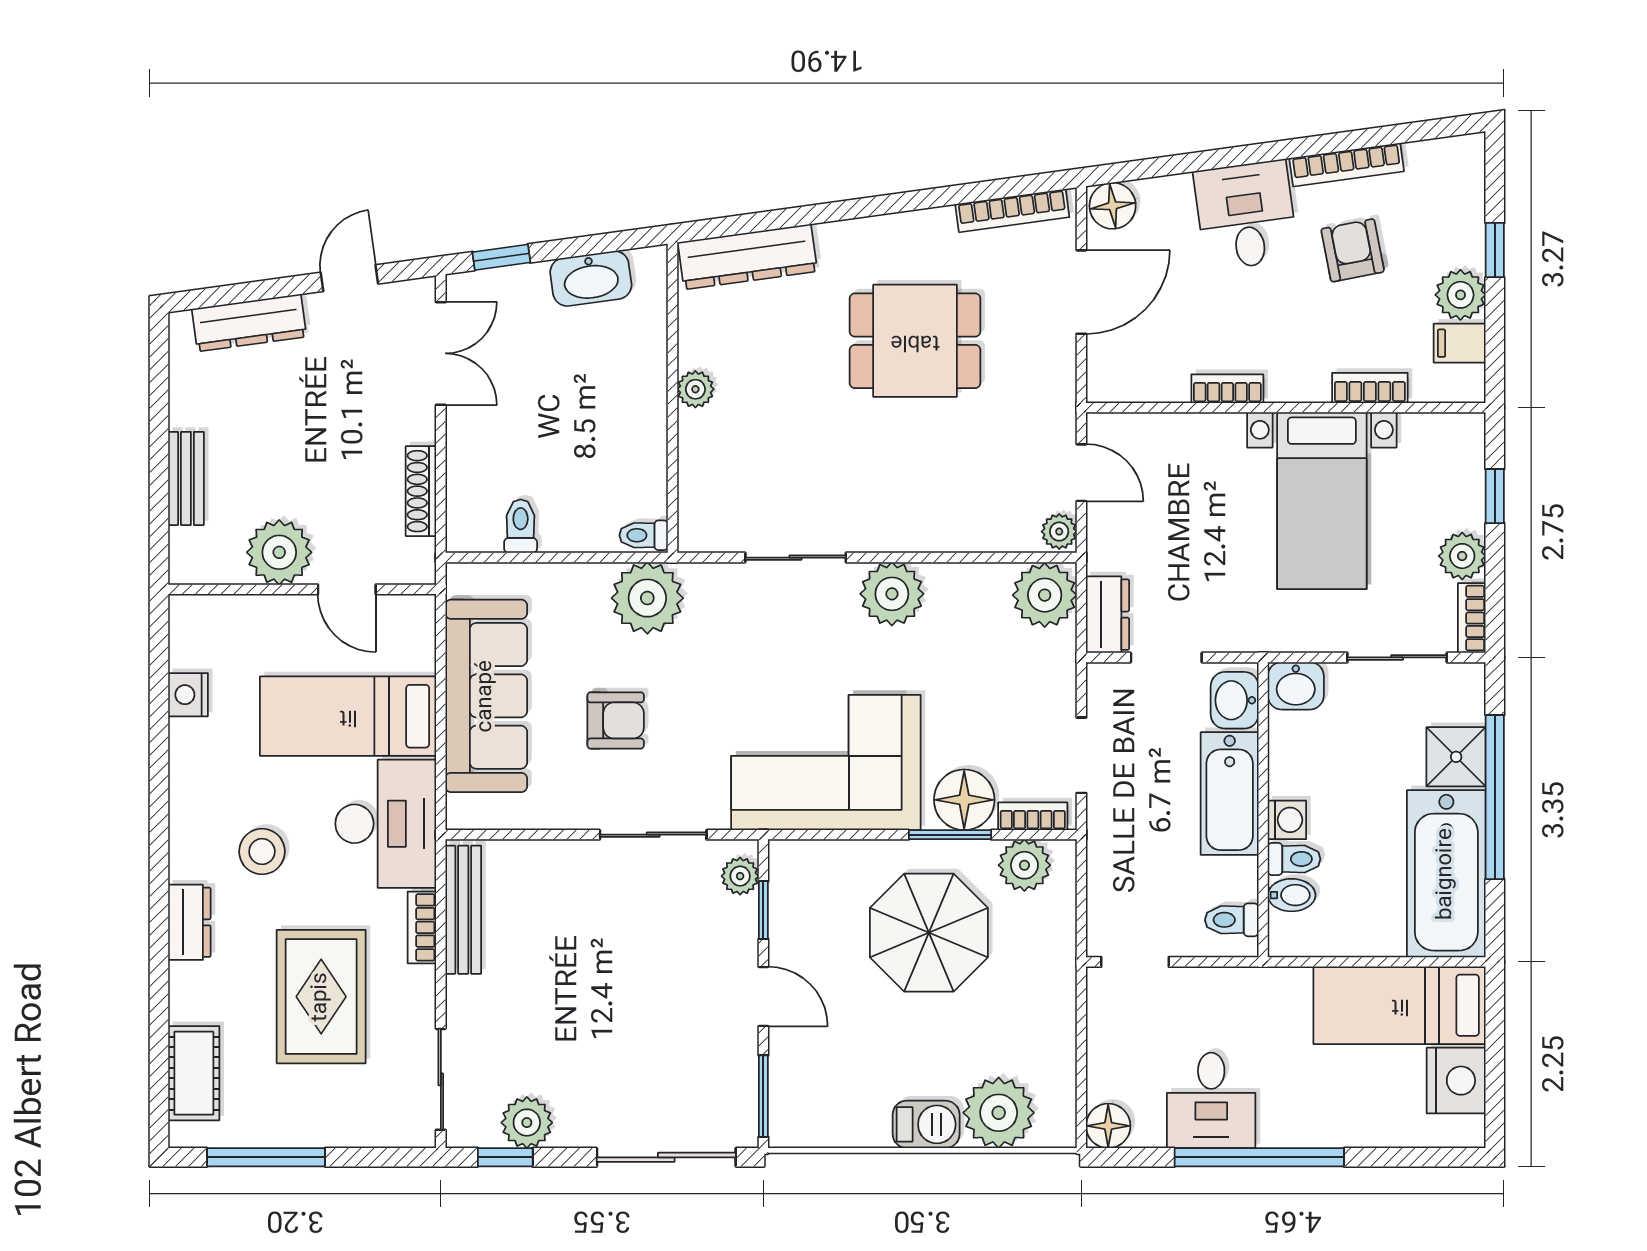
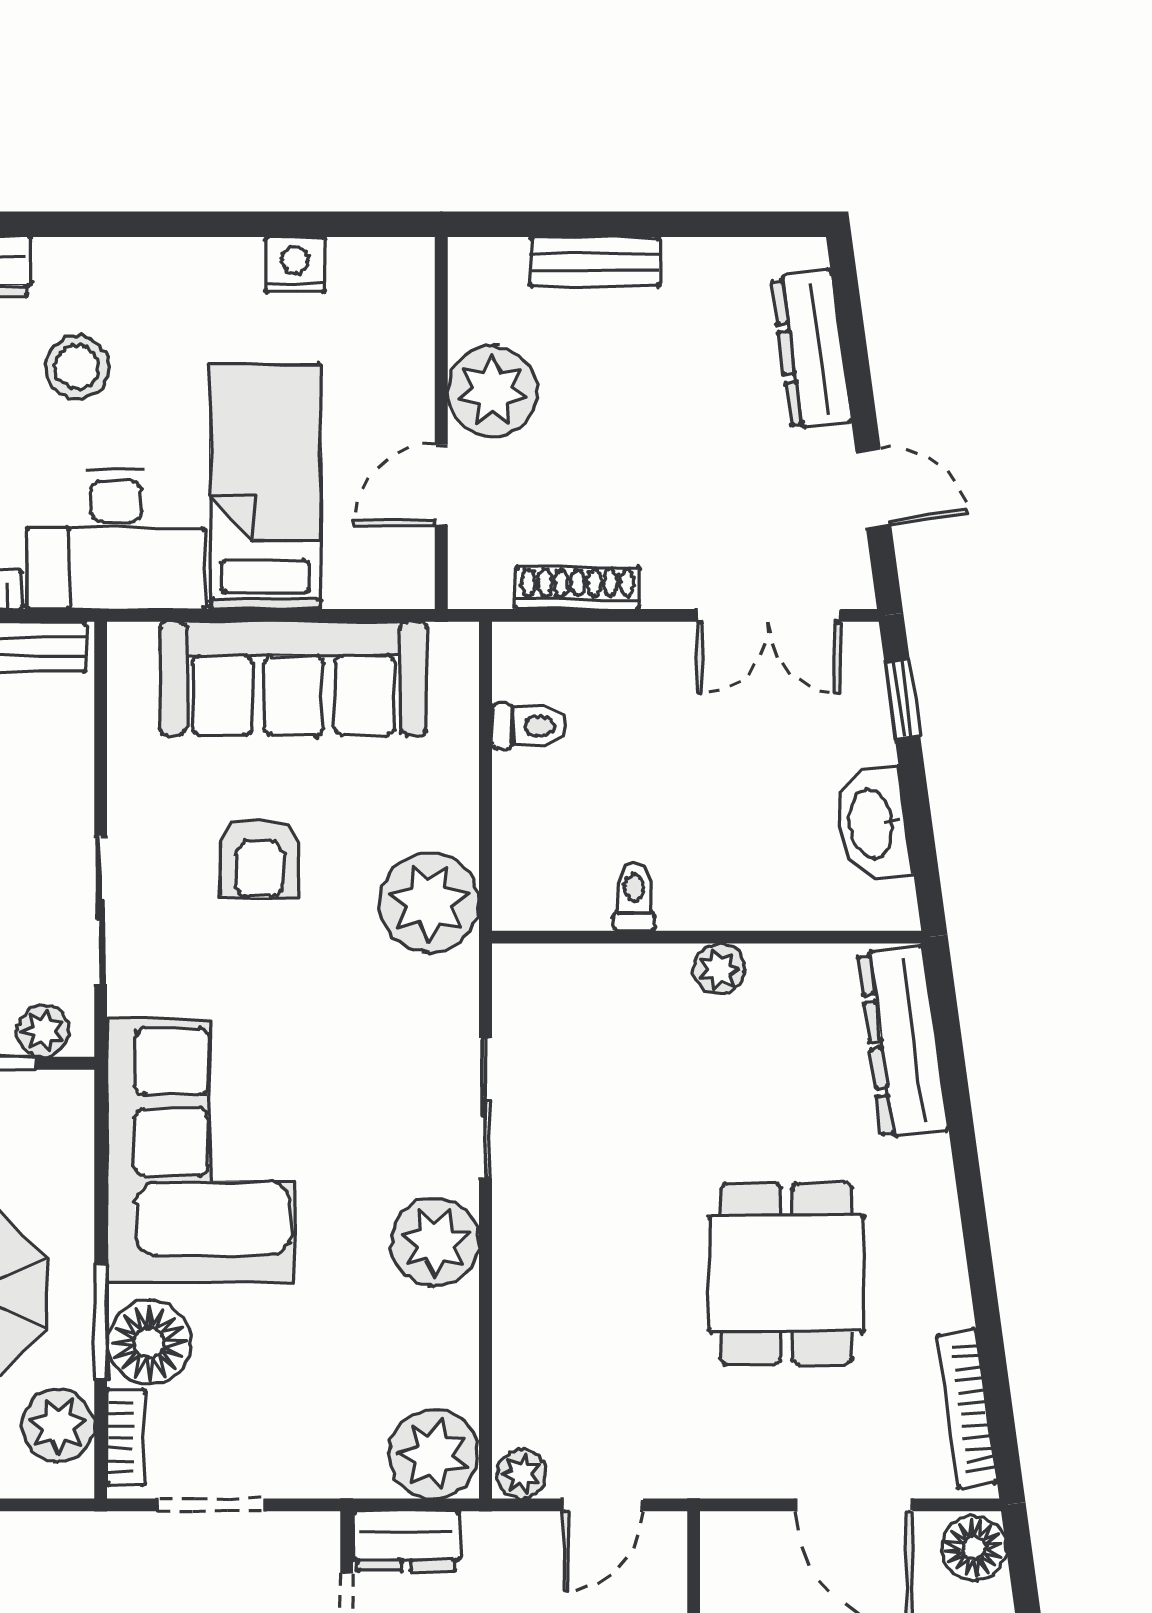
toilet: (644, 535) -> (634, 897), moved

